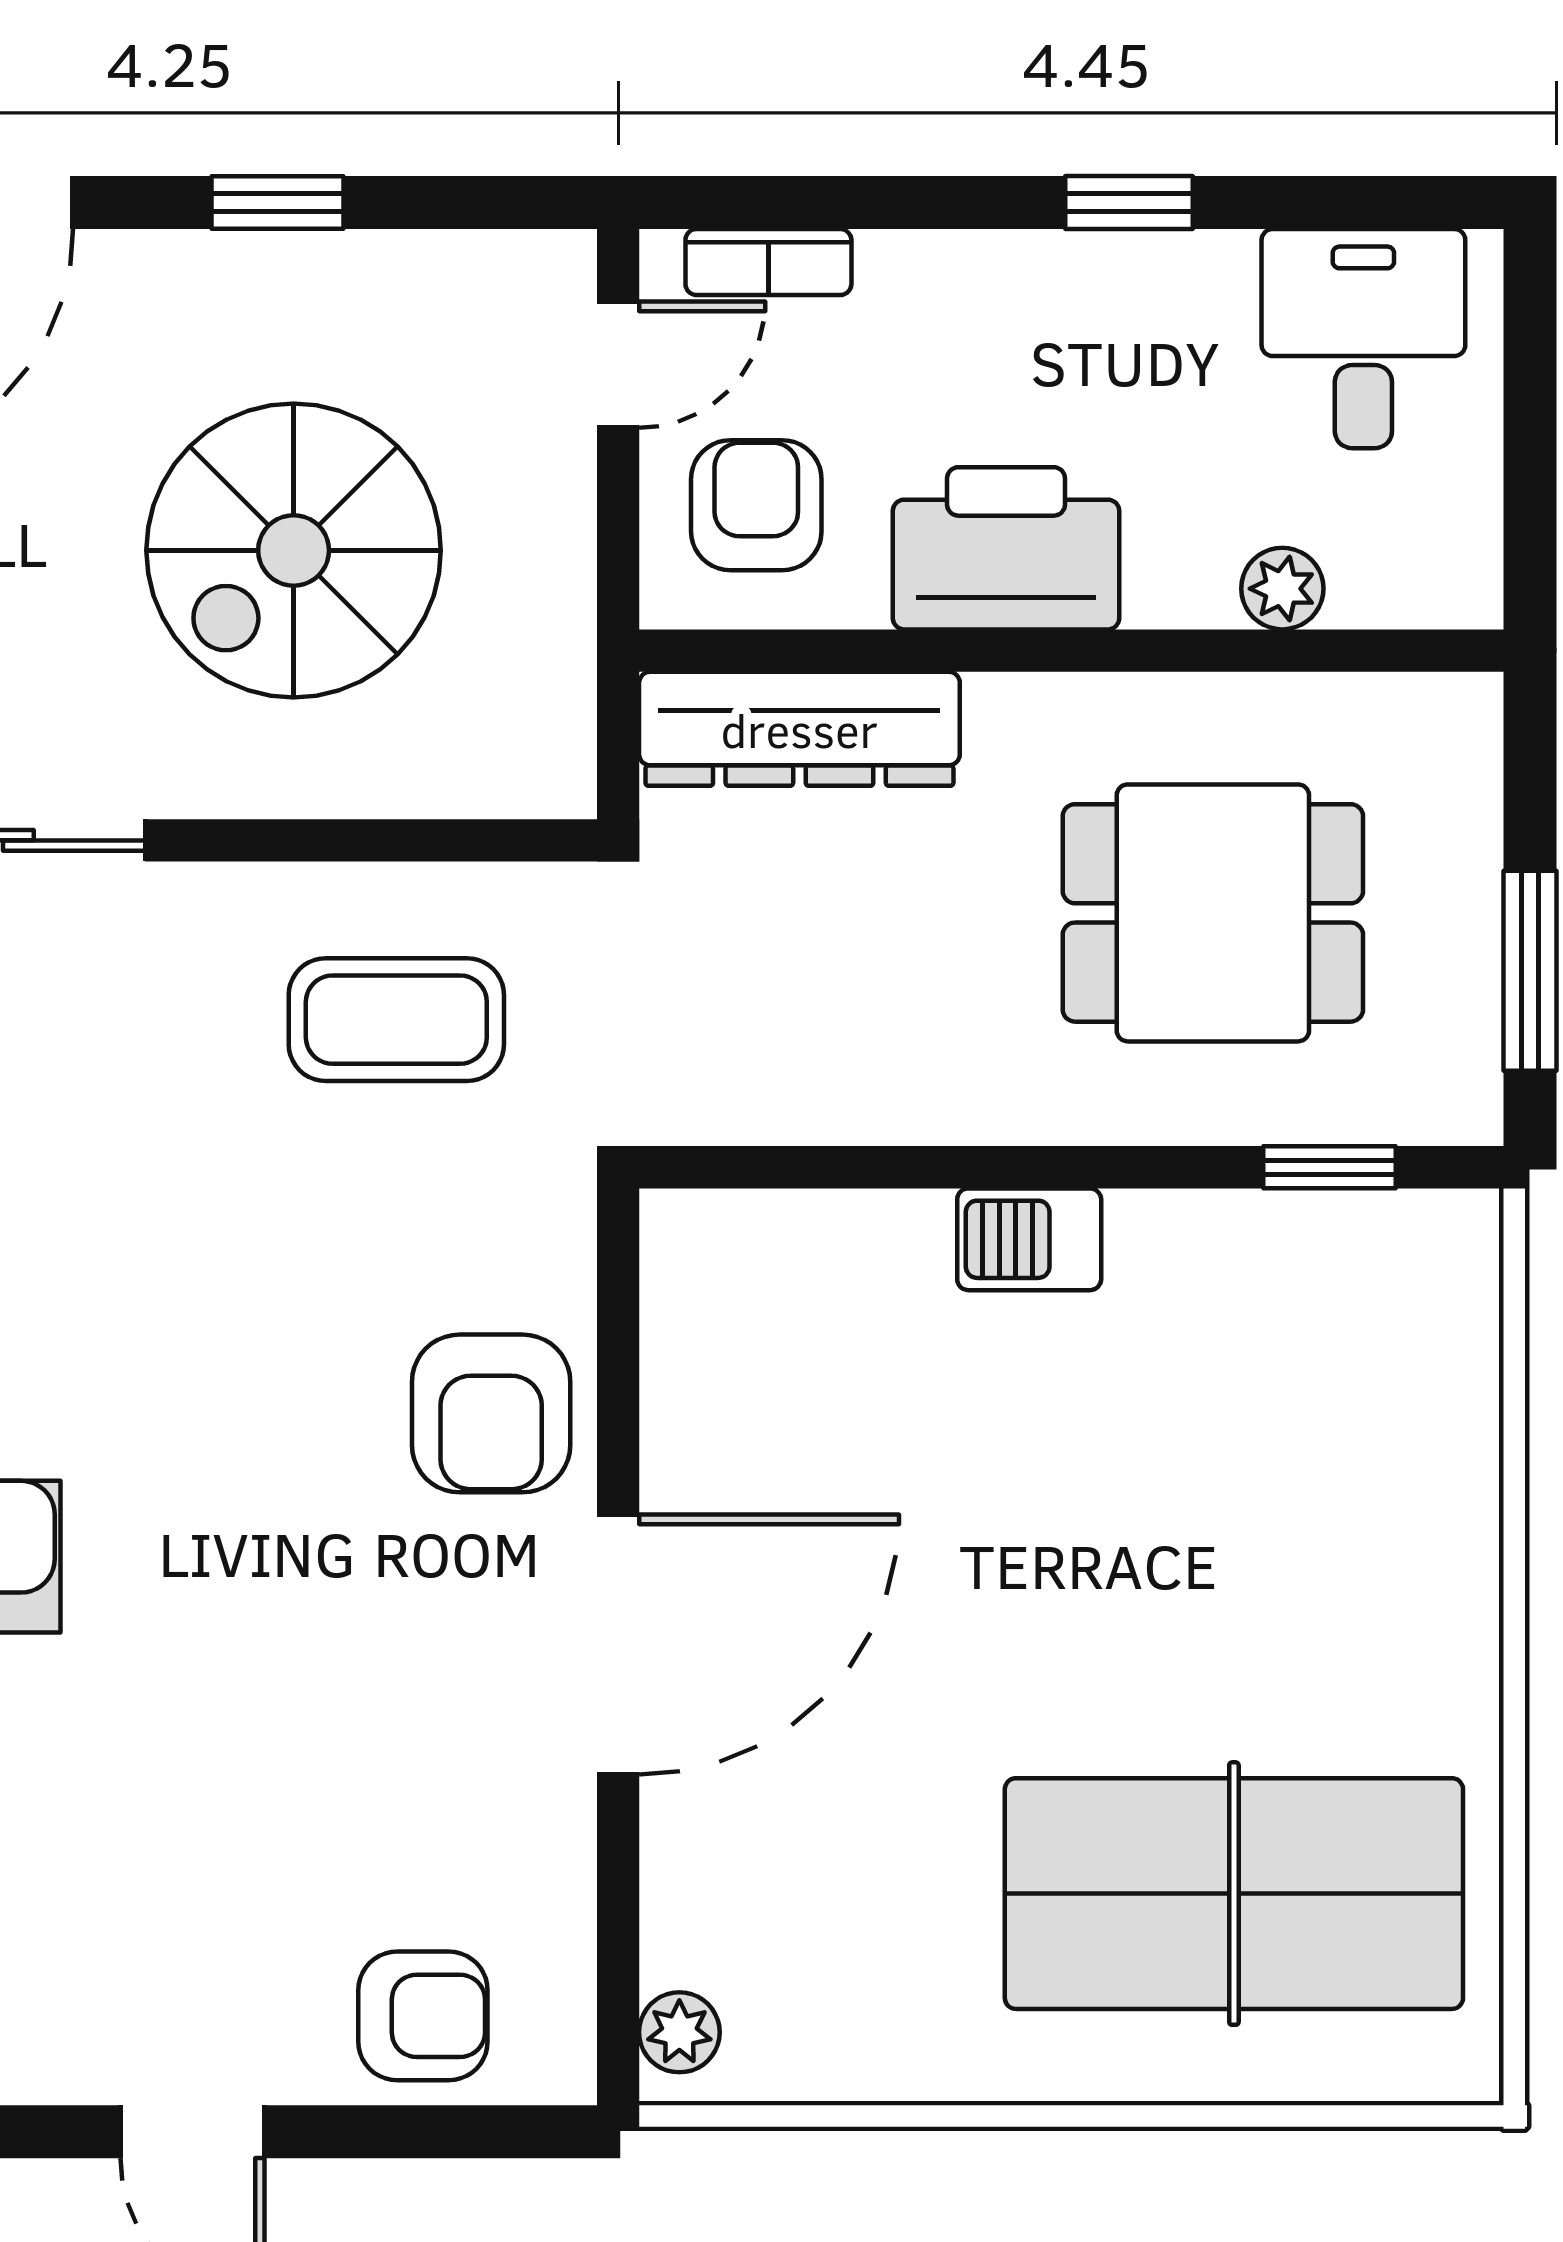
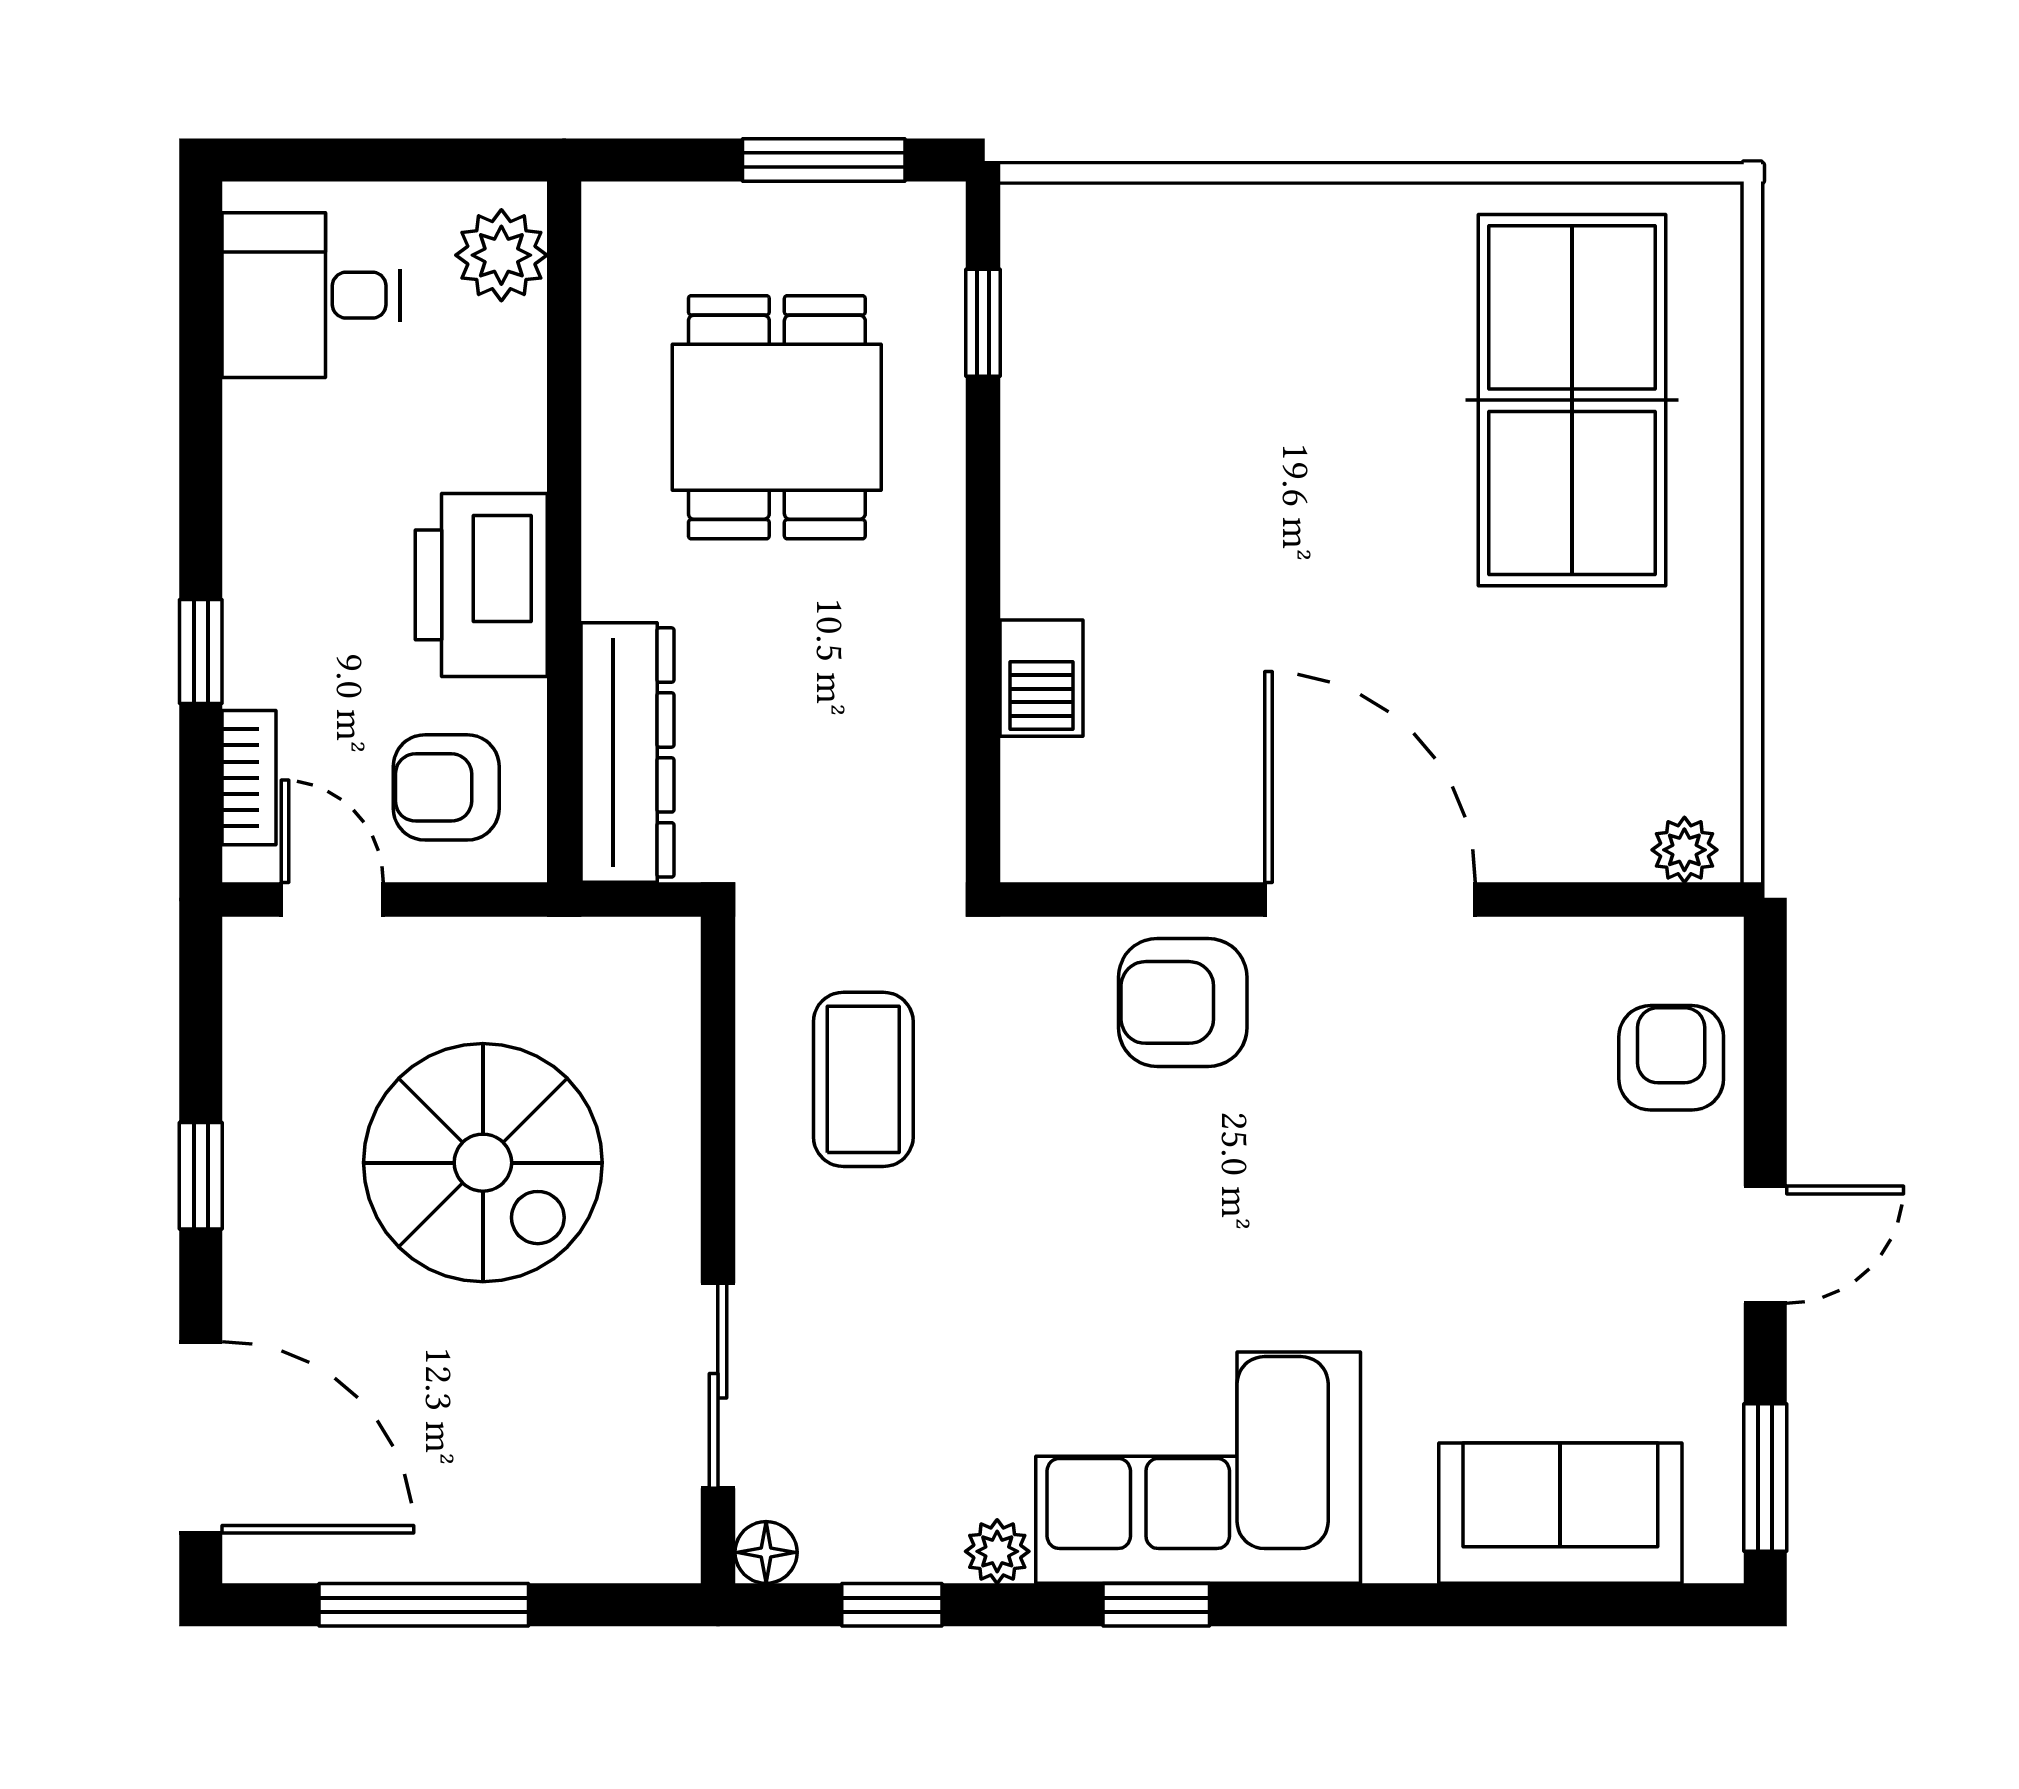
window: (1129, 203) -> (201, 651), moved
plant: (1282, 589) -> (501, 255), moved, width x1.38, depth x1.38
barbecue: (1029, 1239) -> (1041, 678), moved
armchair: (491, 1413) -> (1183, 1002), turned 180

